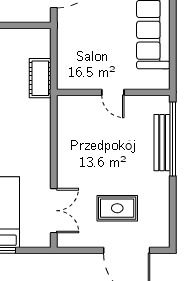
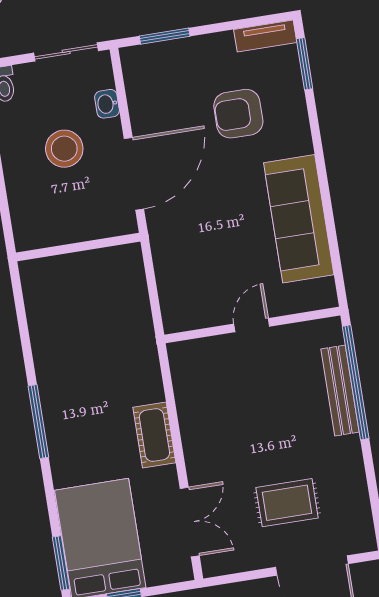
cot: (40, 78) -> (154, 435), moved
door: (113, 92) -> (252, 325), swing flipped

